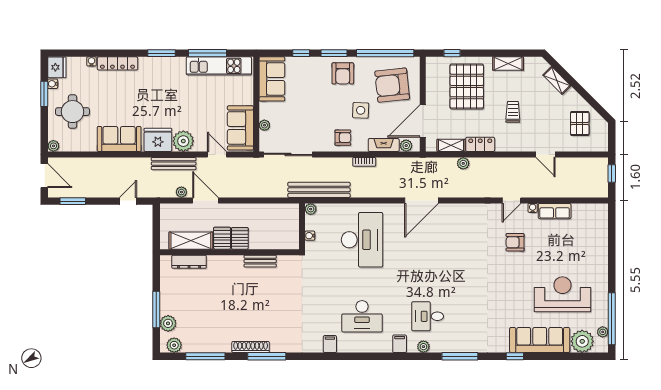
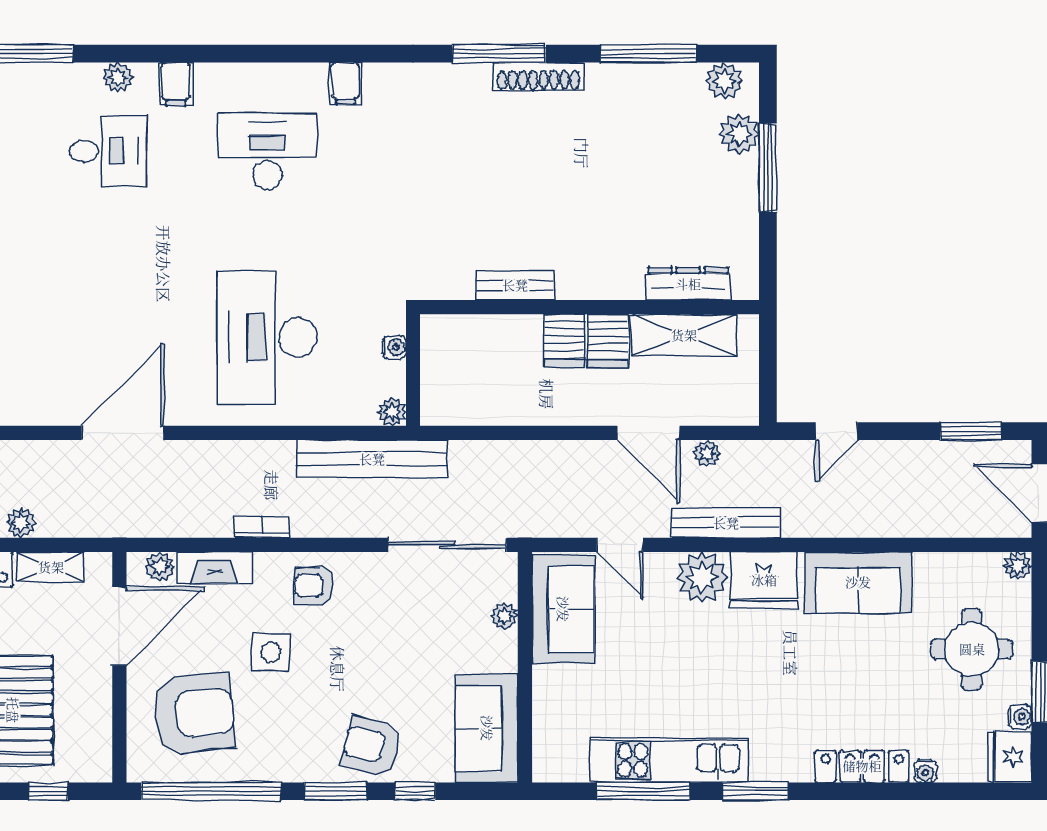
kitchen unit: (219, 66) -> (669, 760), moved
armchair: (343, 73) -> (372, 746), moved, turned -76

